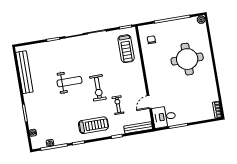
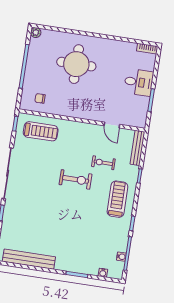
weight bench: (70, 82) -> (57, 210), removed
desk: (164, 117) -> (139, 82), moved, turned -90

